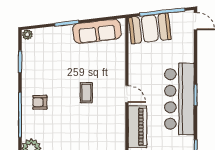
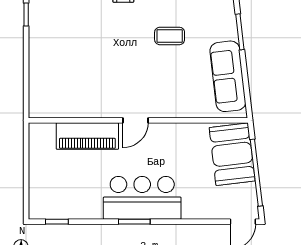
coffee table: (86, 93) -> (170, 36), moved
bar counter: (179, 99) -> (142, 198), width x0.73

